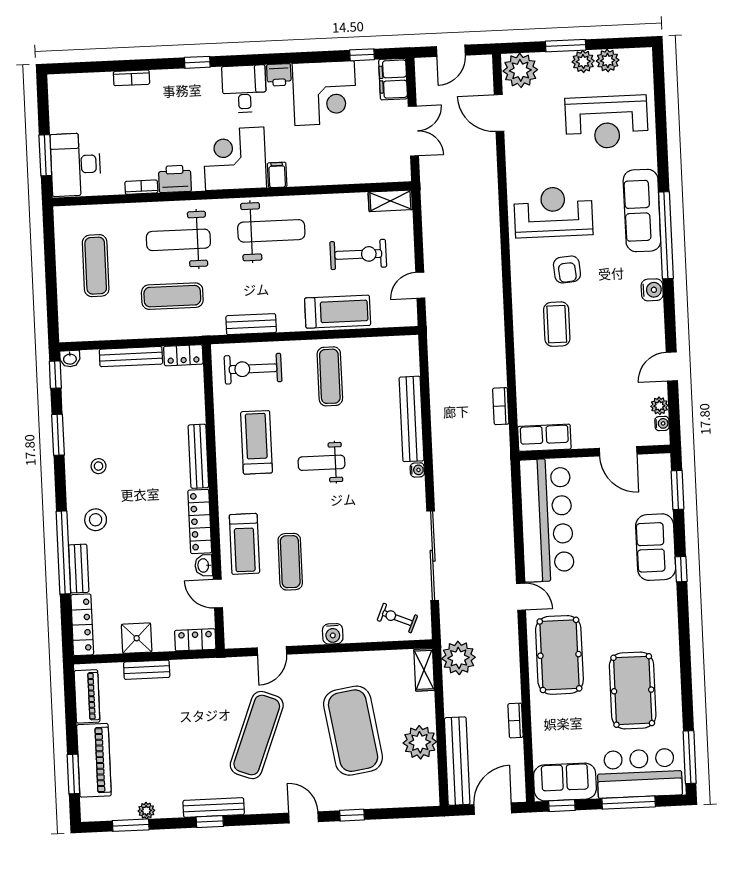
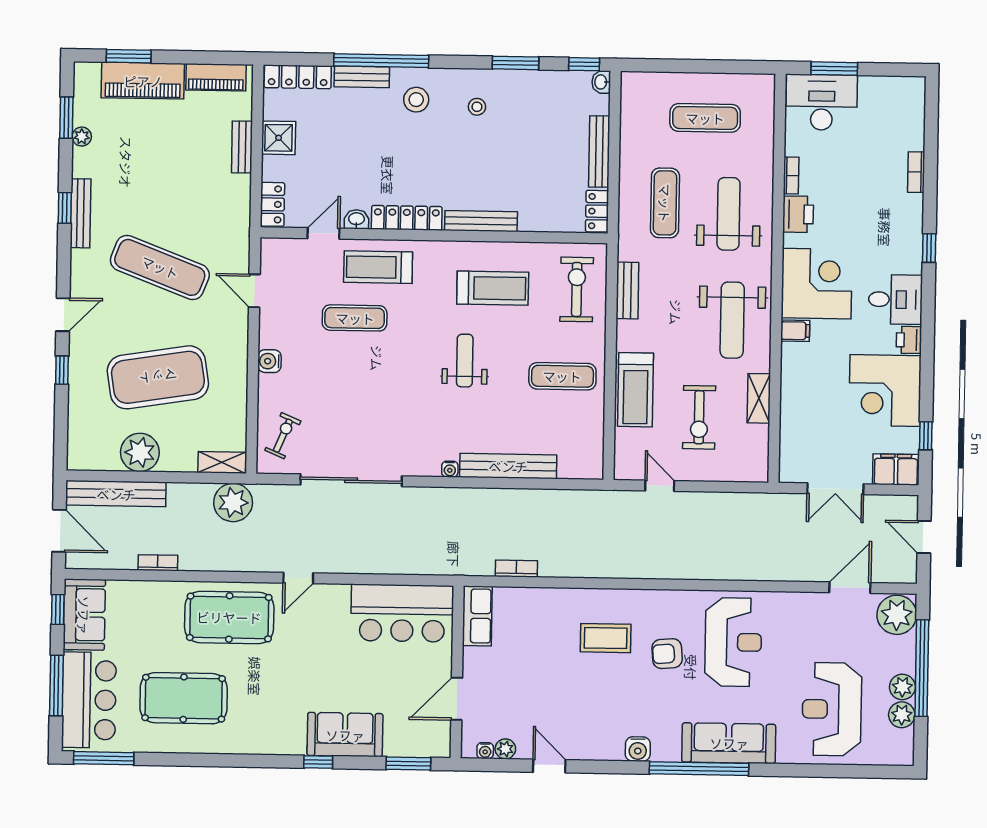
window: (566, 46) -> (922, 668), width x2.11
shelving: (390, 201) -> (759, 398), moved
bar counter: (547, 520) -> (402, 613), width x0.73

